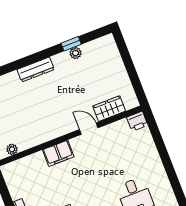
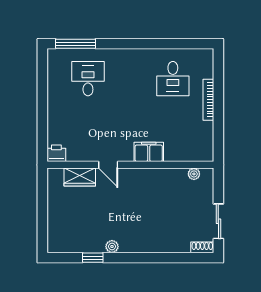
plant: (76, 53) -> (112, 246), moved
dresser: (36, 69) -> (139, 245), removed

